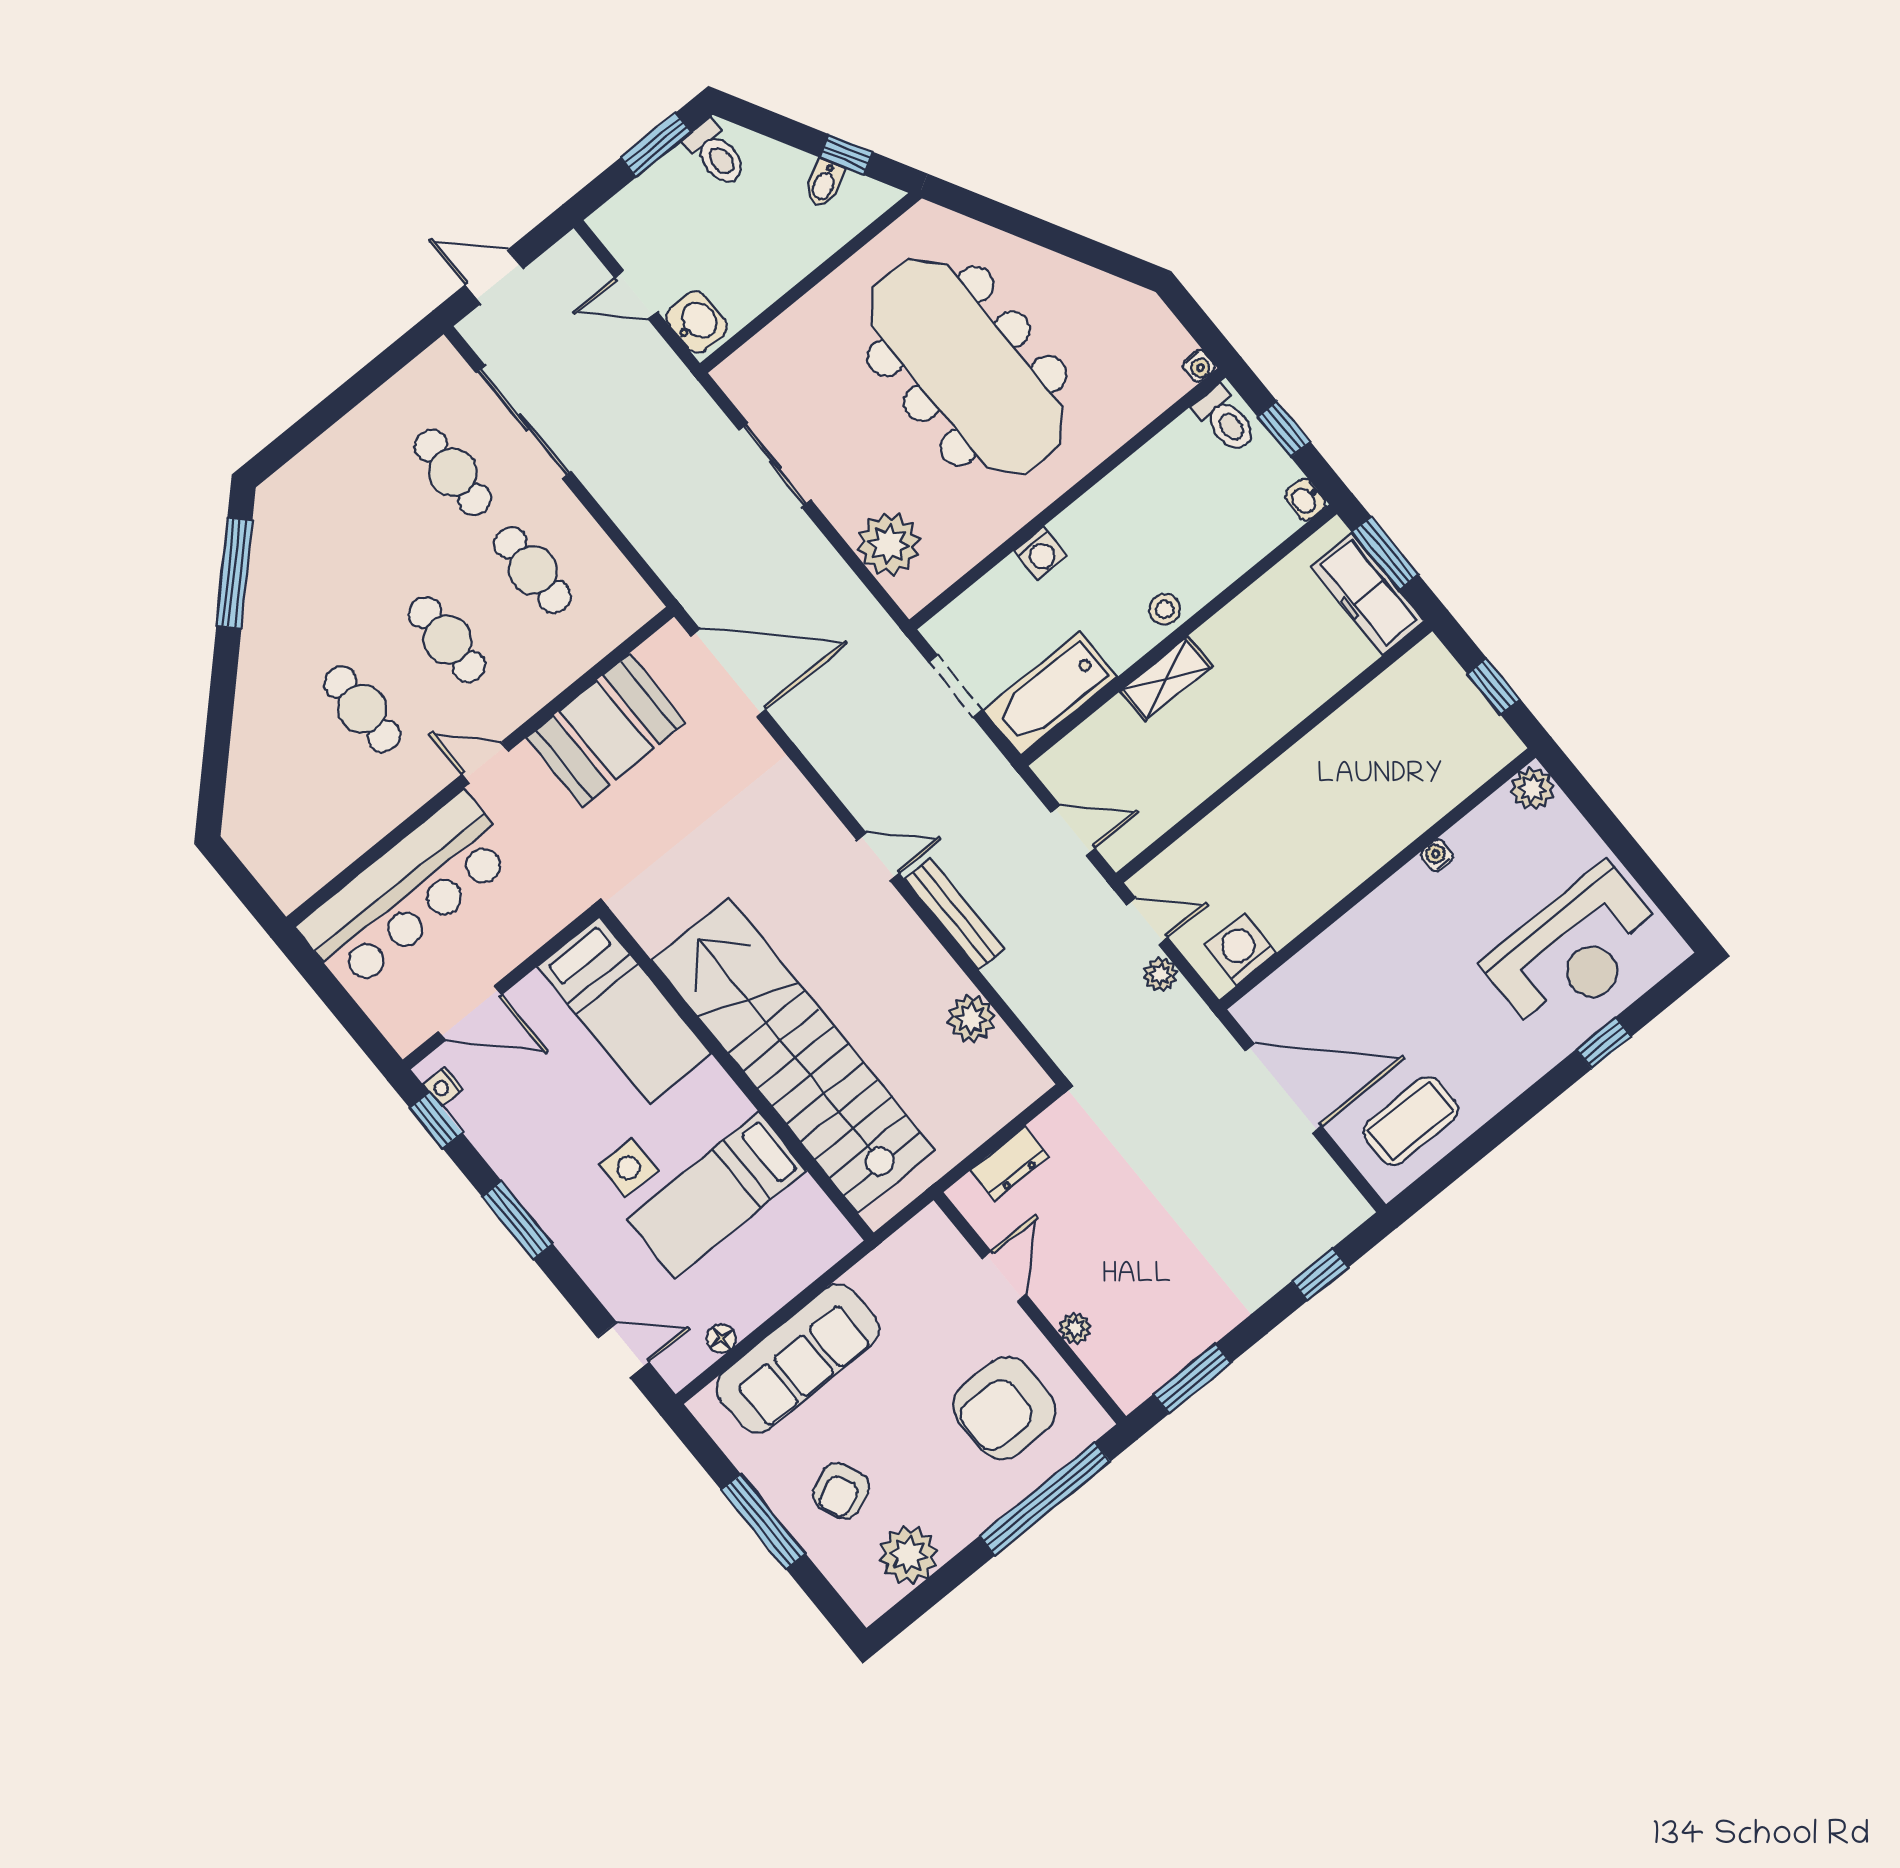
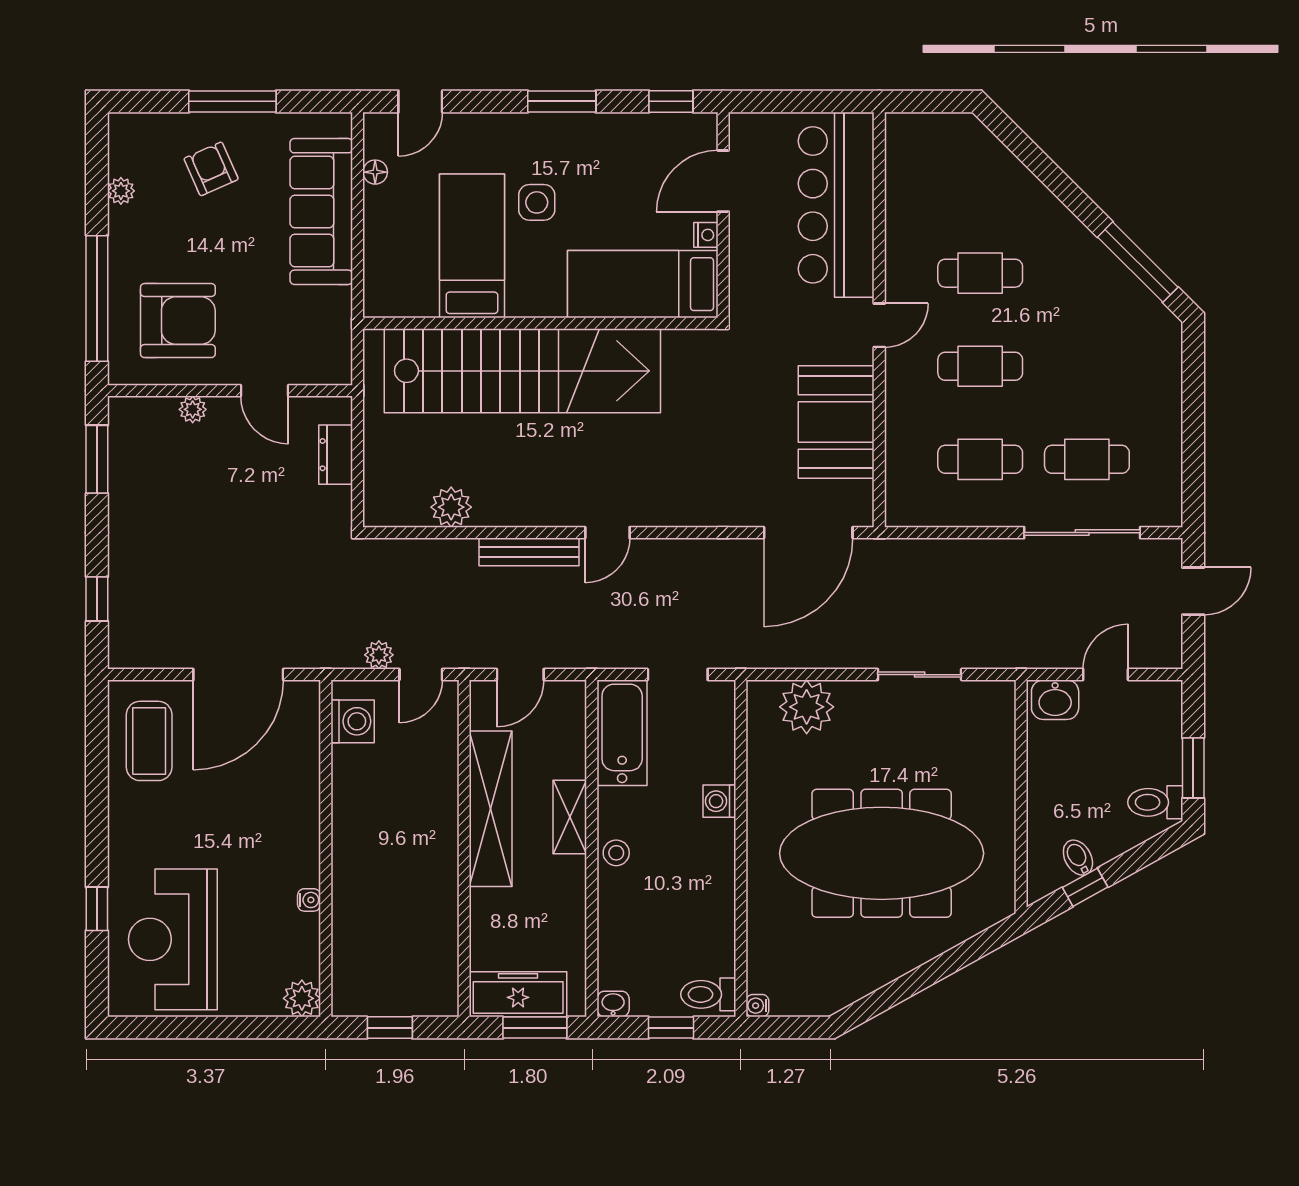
shelving: (1218, 757) -> (491, 809), added
nightstand: (443, 1087) -> (706, 235), moved, turned 90
armchair: (1005, 1408) -> (178, 321), turned 90
plant: (909, 1555) -> (121, 191), width x0.53, depth x0.53

